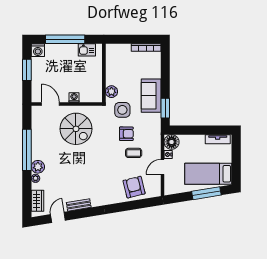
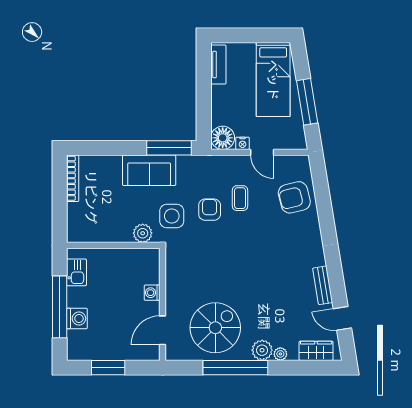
washing machine: (38, 50) -> (77, 318), moved
window: (165, 108) -> (169, 148), width x1.44
spiral stairs: (76, 129) -> (215, 328), moved
window: (206, 193) -> (307, 102), moved

